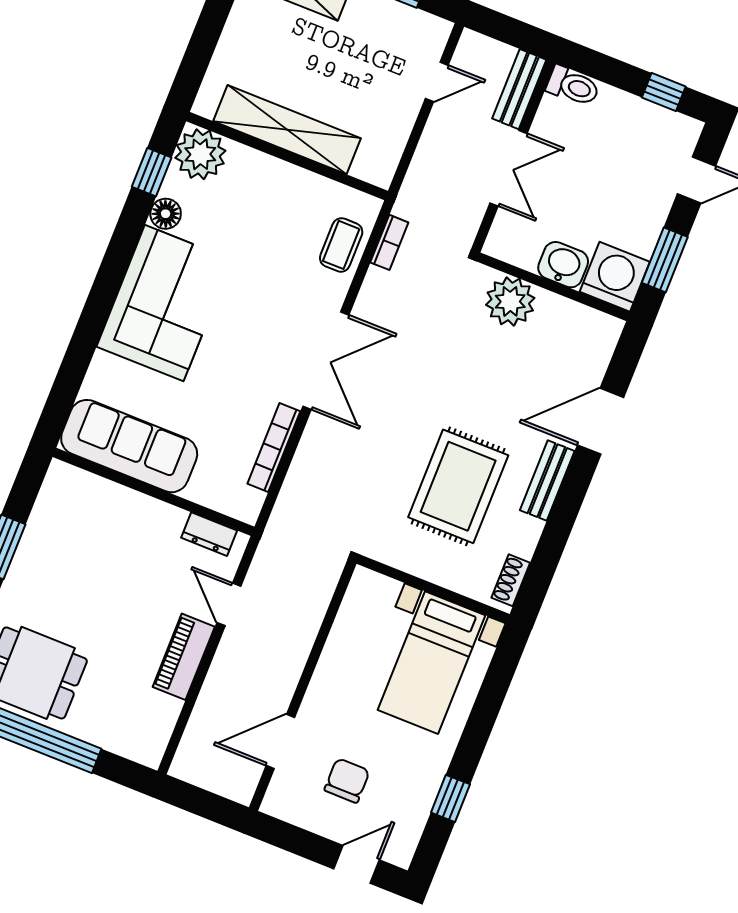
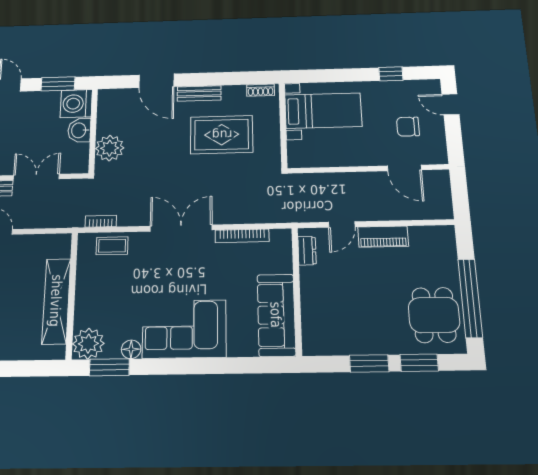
window: (152, 172) -> (109, 367), width x1.50

